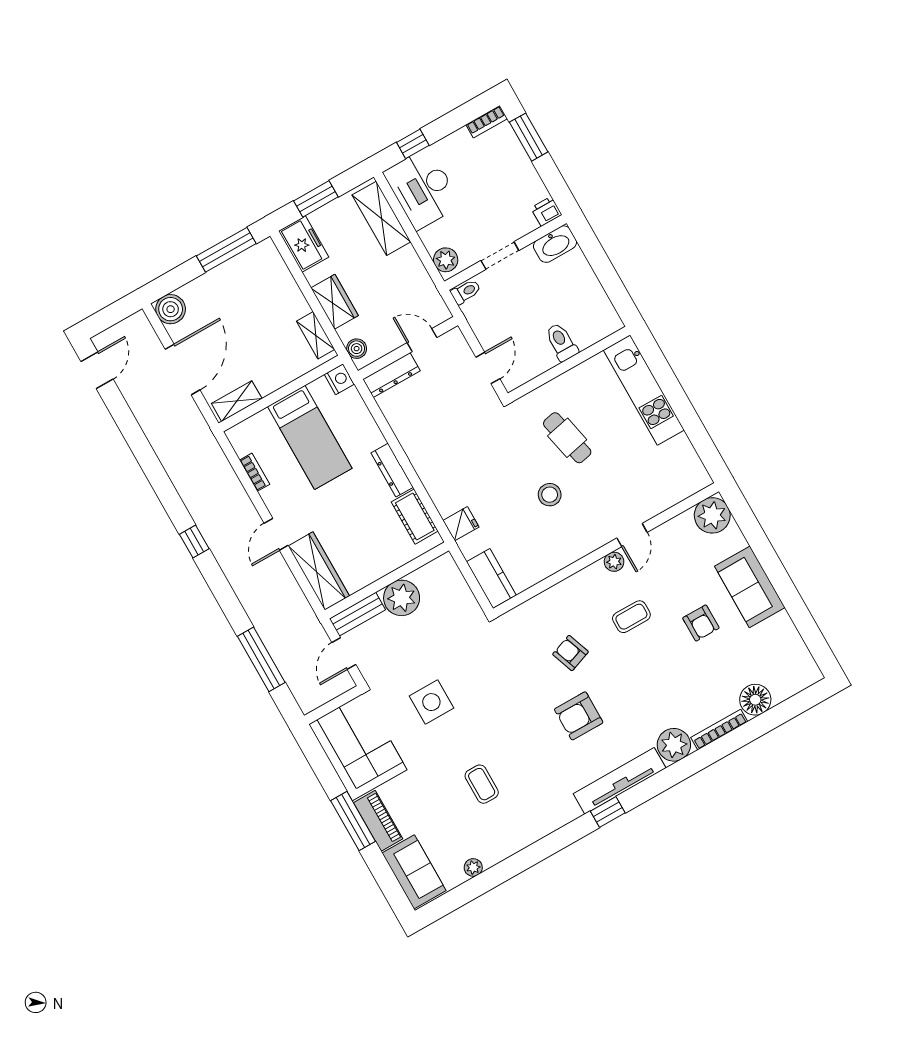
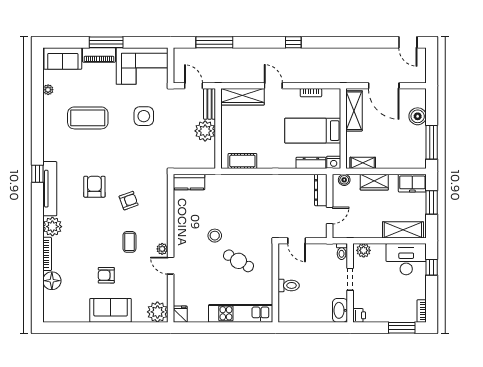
boiler: (171, 309) -> (418, 116), moved
shelving: (237, 401) -> (354, 111), width x1.50, depth x1.33
cafe table: (567, 438) -> (238, 261), turned 42
dresser: (392, 470) -> (311, 163), moved
fridge: (461, 524) -> (180, 314), moved, turned 180
coffee table: (482, 784) -> (88, 118), width x1.86, depth x1.72

